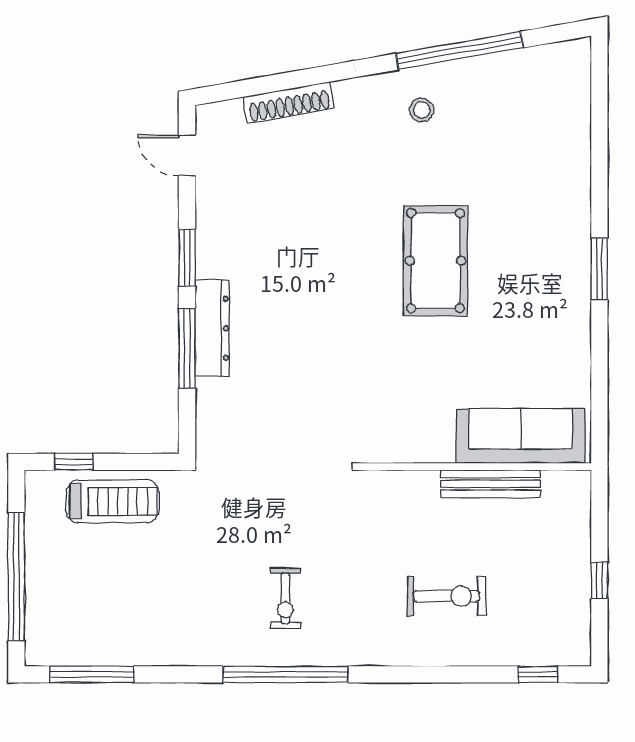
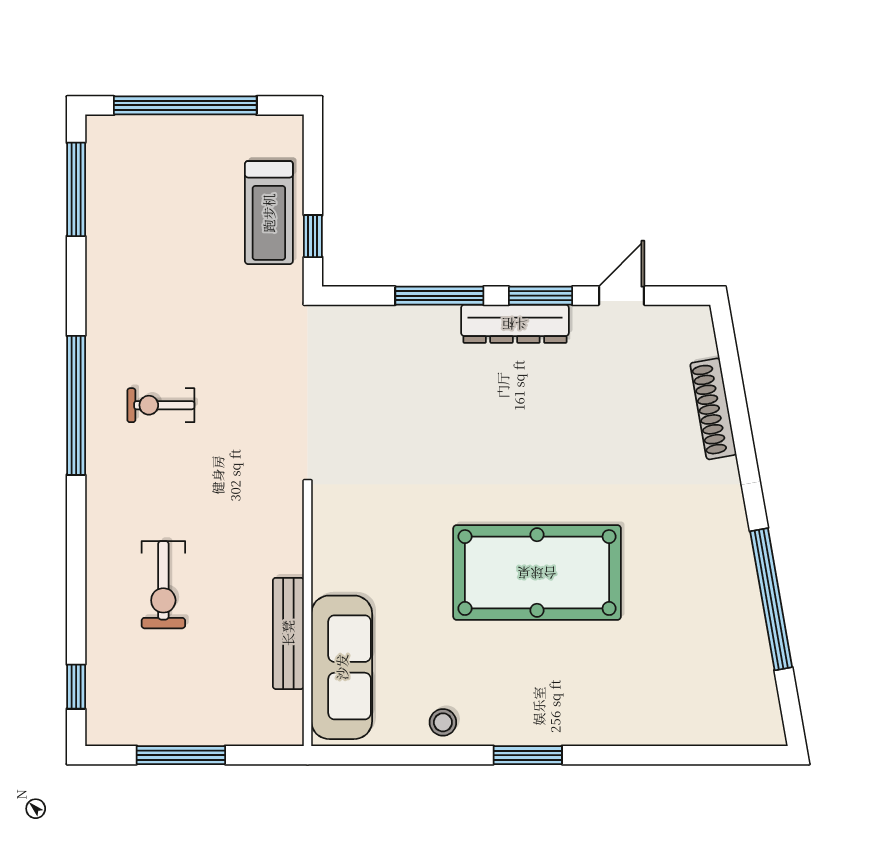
stool: (422, 110) -> (443, 722), moved
door: (187, 156) -> (622, 296), moved
pool table: (436, 261) -> (537, 573), width x1.36, depth x1.32
dresser: (212, 328) -> (515, 324), moved
window: (74, 462) -> (313, 236), moved
window: (599, 580) -> (181, 755), width x2.17

